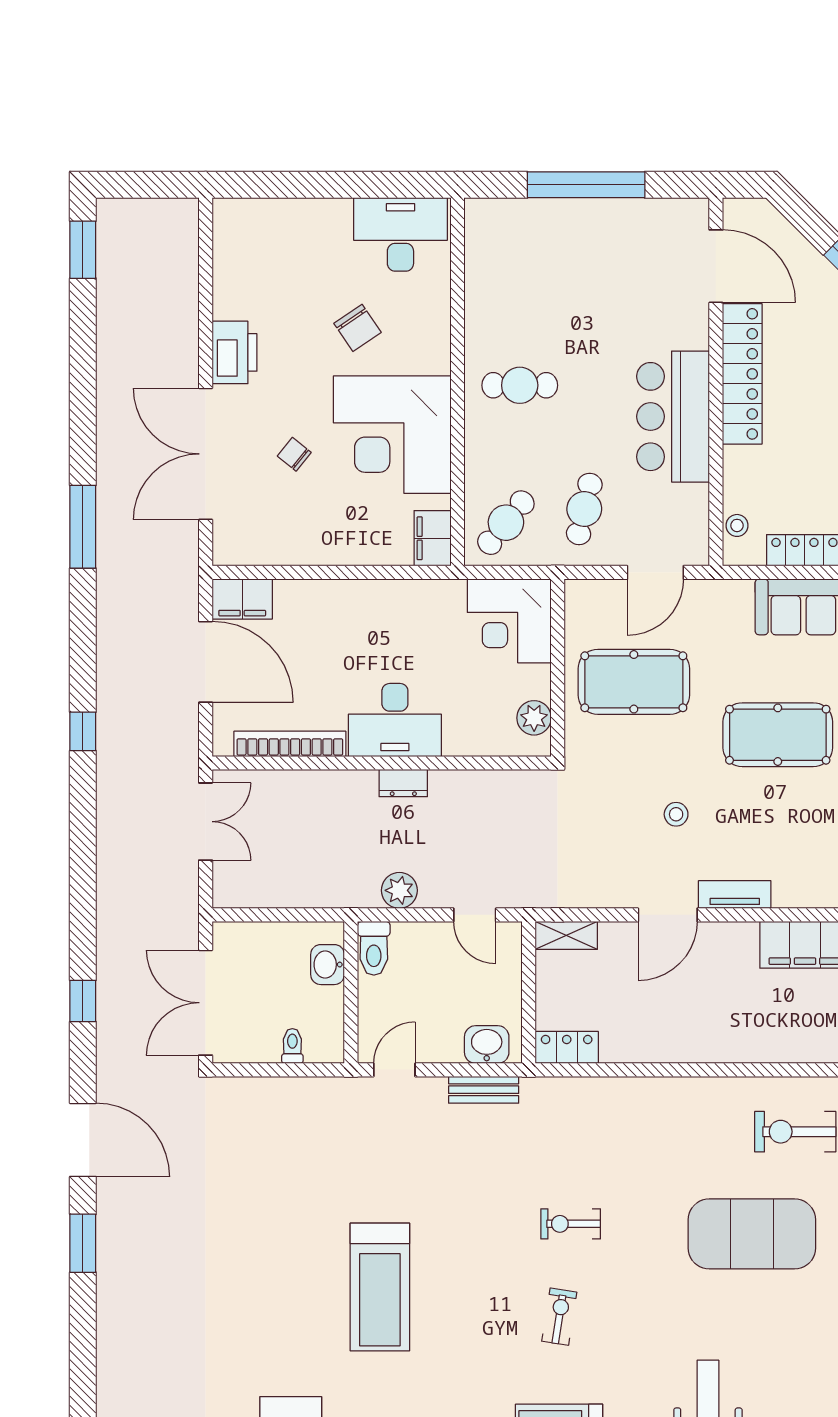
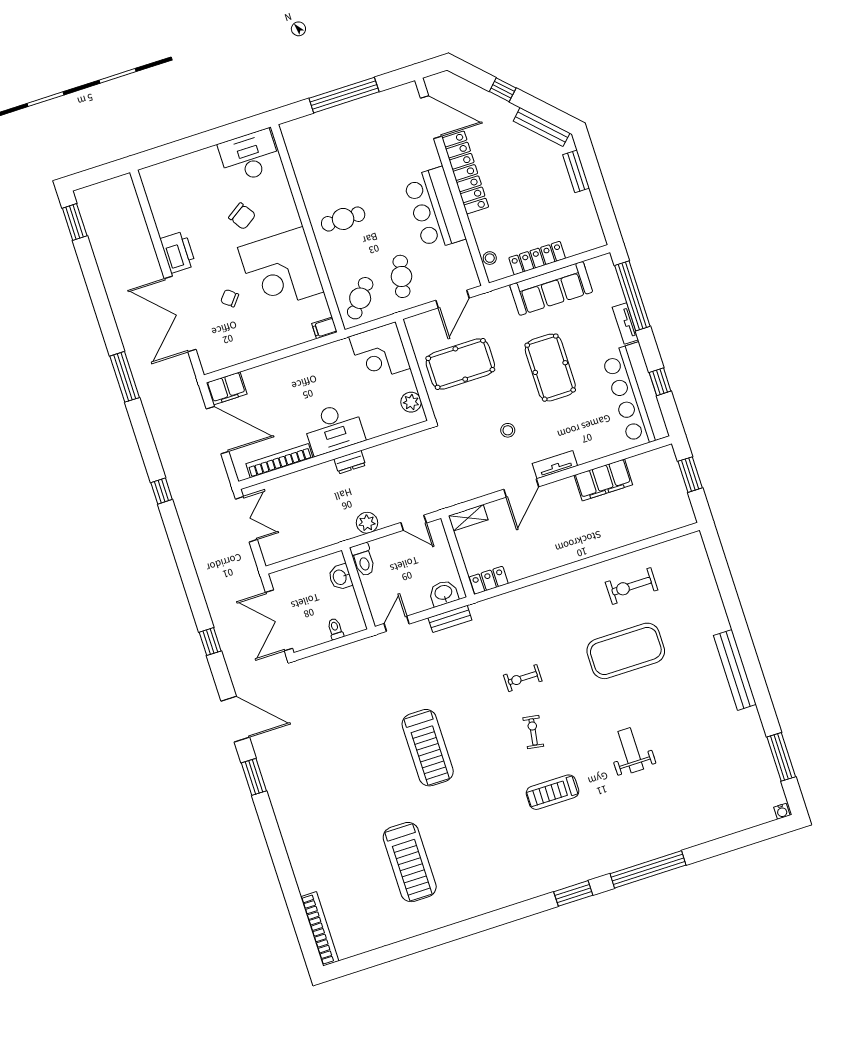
filing cabinet: (433, 538) -> (325, 328), width x0.50
pool table: (778, 735) -> (550, 368), turned 90

